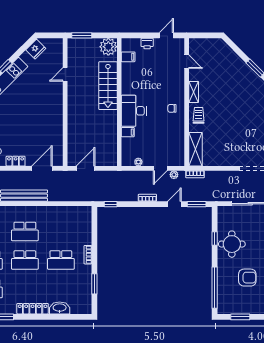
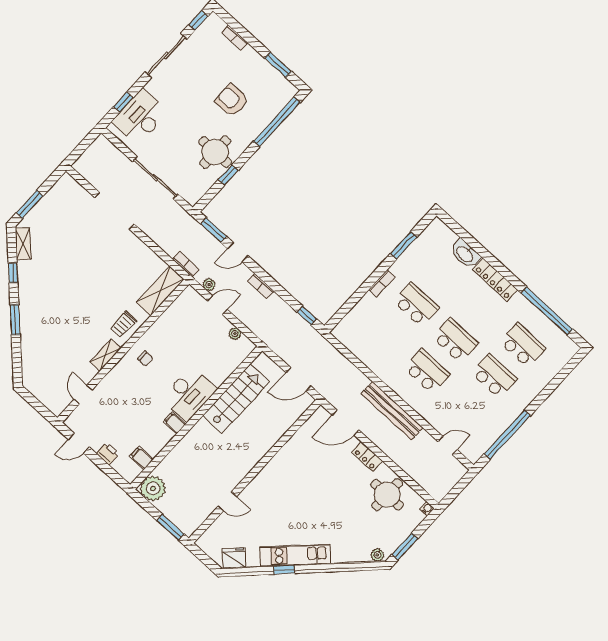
stairs: (108, 86) -> (236, 399), moved
filing cabinet: (128, 132) -> (174, 423), moved

